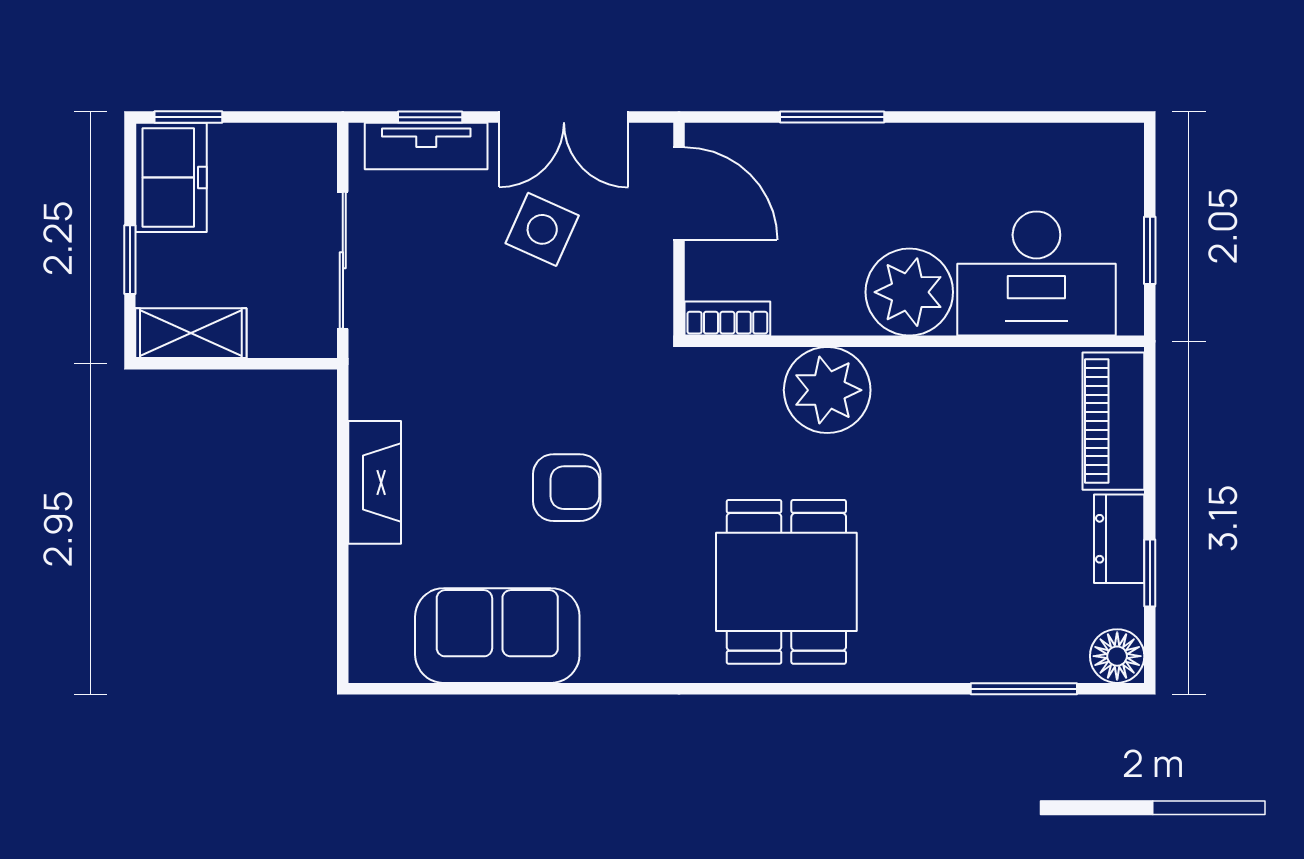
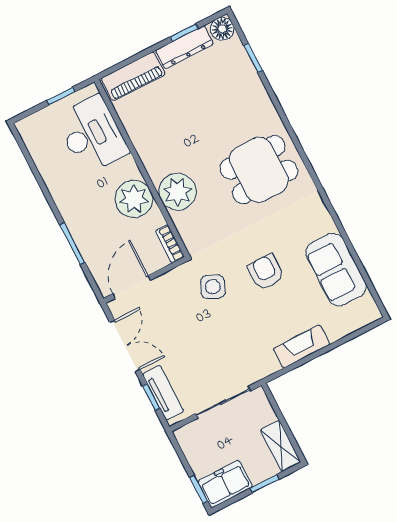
side table: (542, 229) -> (213, 287), moved
plant: (909, 292) -> (134, 199), moved
dresser: (1119, 539) -> (184, 47), width x1.44
window: (1024, 689) -> (253, 58), width x0.67

